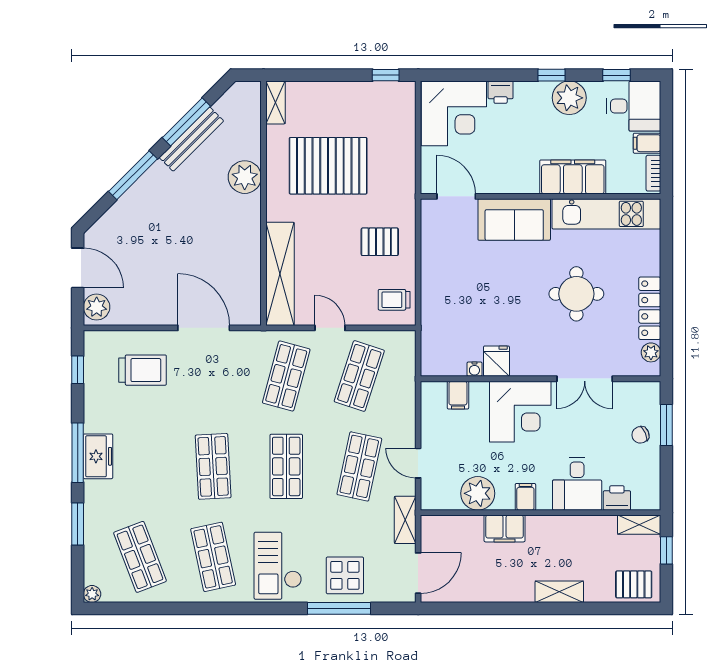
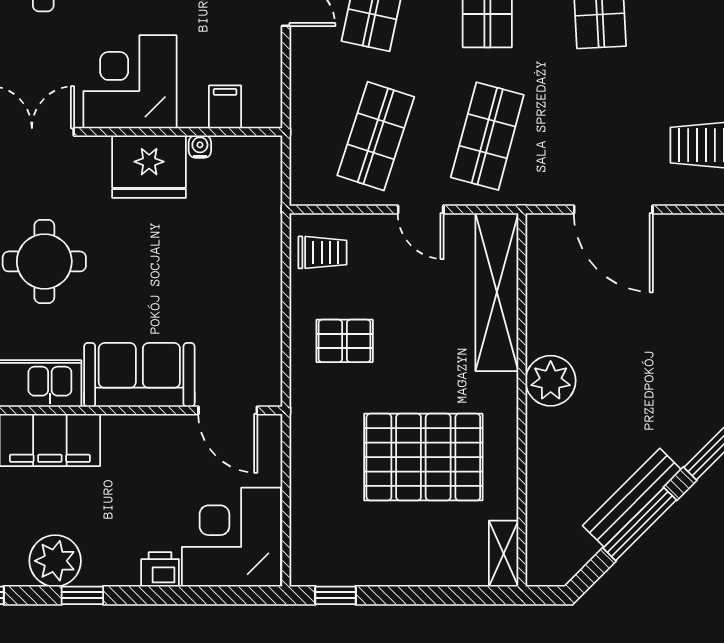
plant: (245, 177) -> (551, 381), moved
fridge: (496, 361) -> (149, 167), width x1.88, depth x1.34

